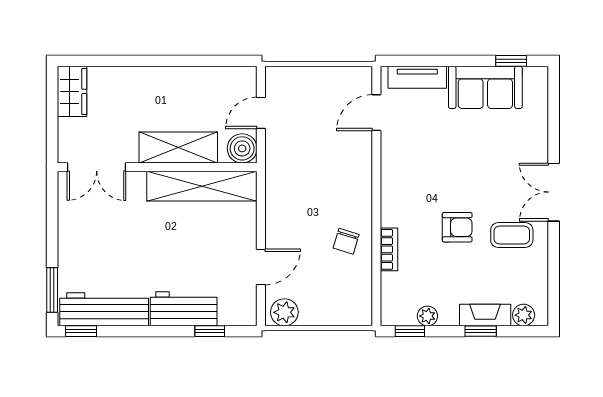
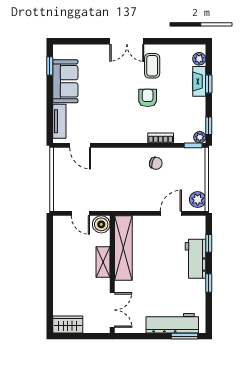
shelving: (178, 147) -> (103, 262), width x0.67, depth x0.75
door: (261, 267) -> (171, 213), hinge flipped
window: (376, 305) -> (193, 145), added
workbench: (104, 309) -> (172, 323), moved, turned 90
plant: (427, 316) -> (200, 137), moved
window: (81, 331) -> (209, 283), moved

